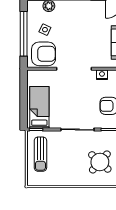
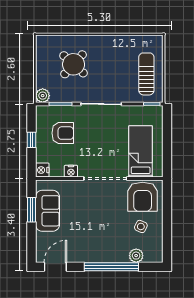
window: (24, 34) -> (167, 222), removed
armchair: (44, 54) -> (143, 197), turned -90
bed: (39, 107) -> (141, 151), moved, turned 180

